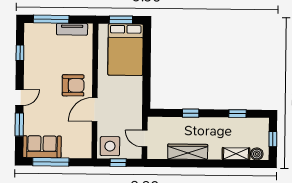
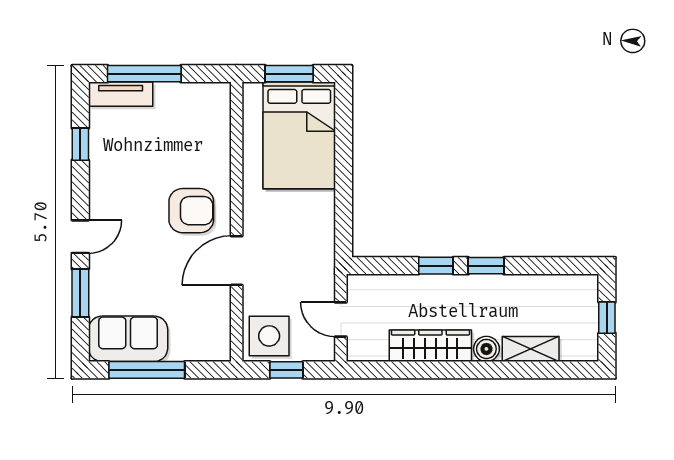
tv unit: (72, 29) -> (121, 94), moved
window: (238, 114) -> (486, 266), moved
boiler: (257, 154) -> (486, 349), moved

